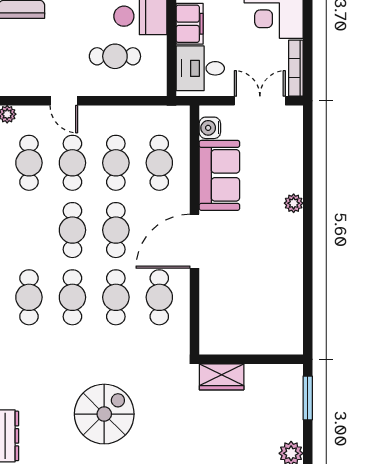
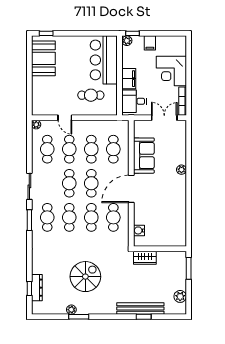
water cooler: (210, 128) -> (139, 230), moved

